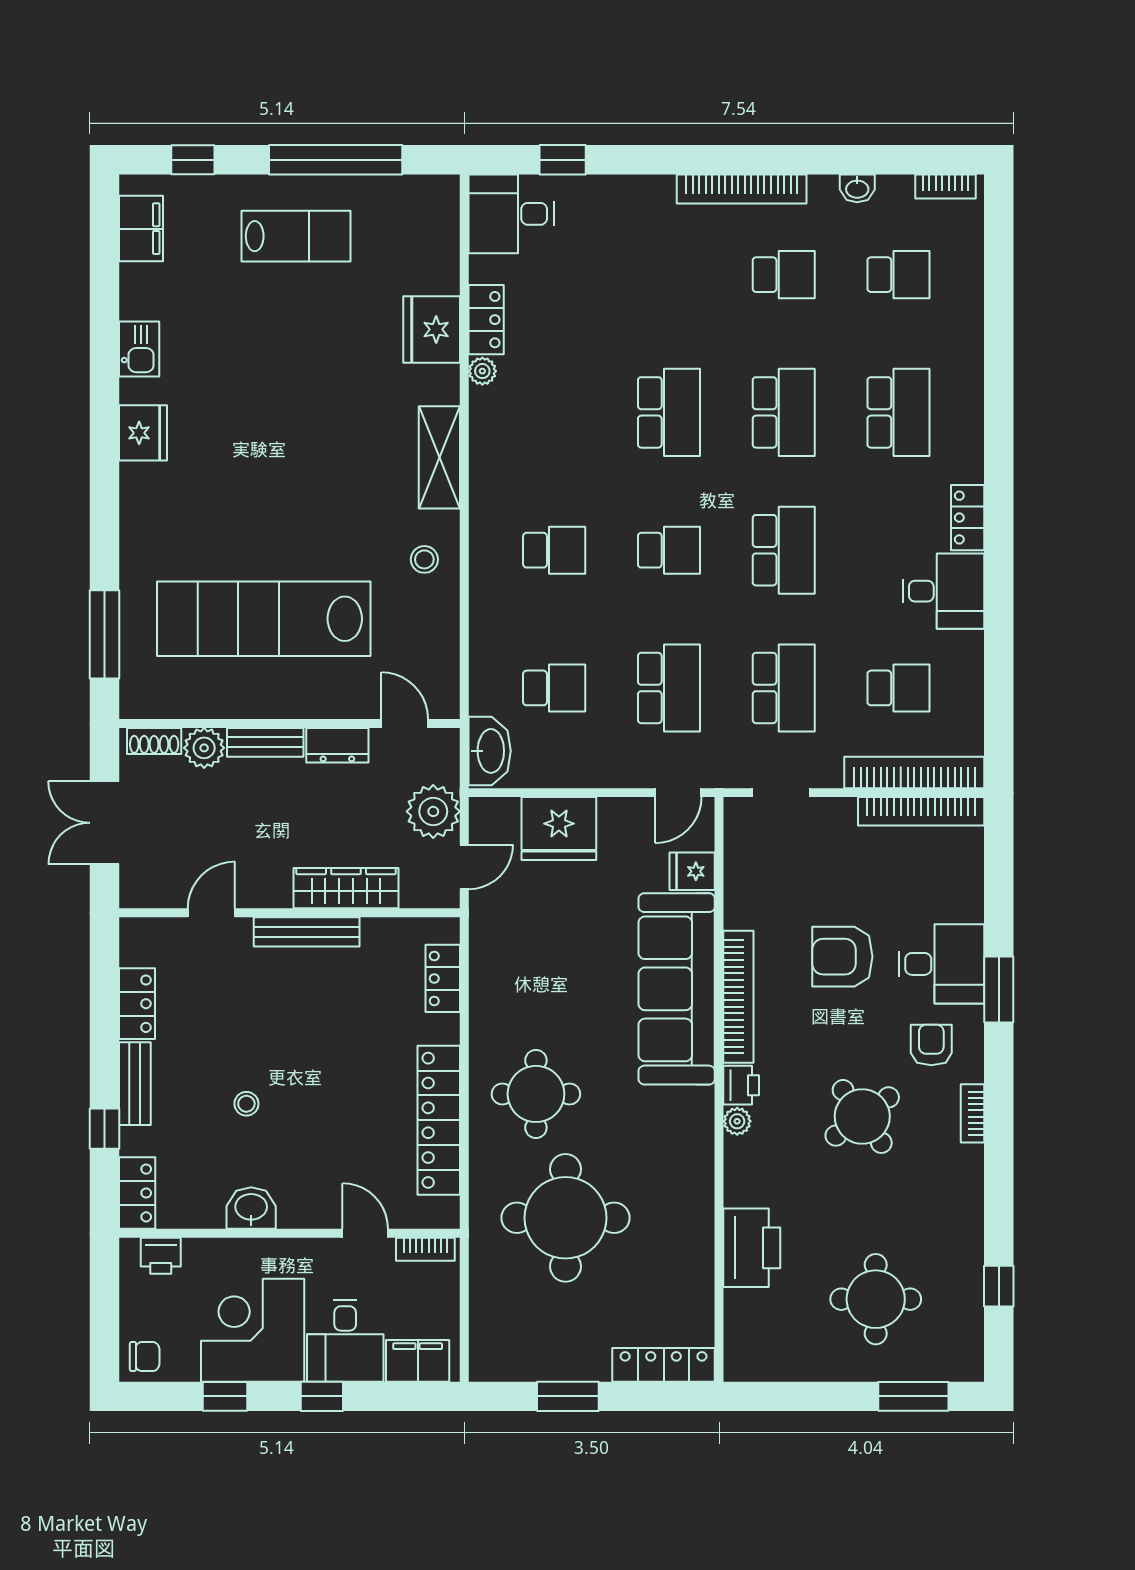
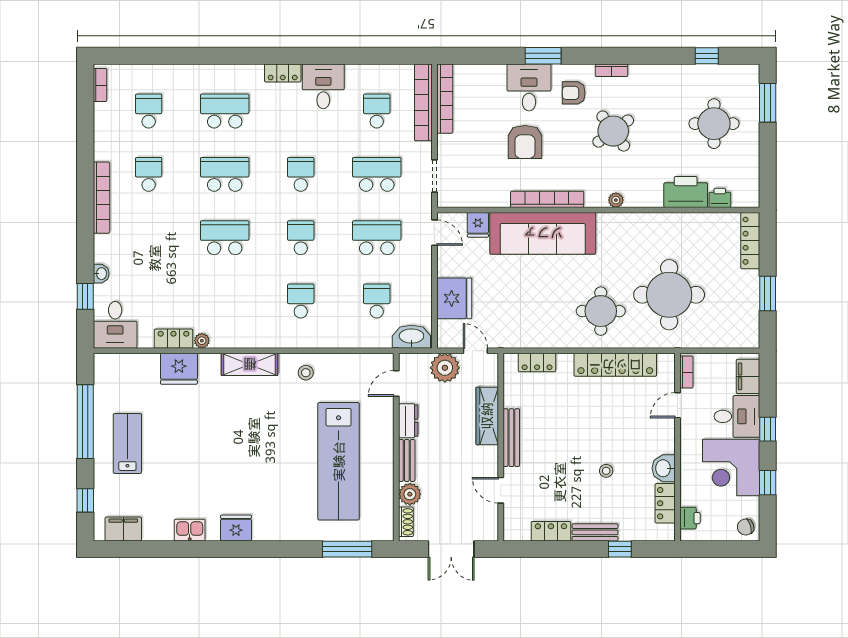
washbasin: (857, 188) -> (101, 274), moved
school desk: (784, 550) -> (301, 174), width x0.54
printer: (741, 1085) -> (720, 198), moved
locker: (137, 1193) -> (665, 503), moved, turned -90
chair: (145, 1357) -> (746, 527), turned -107

